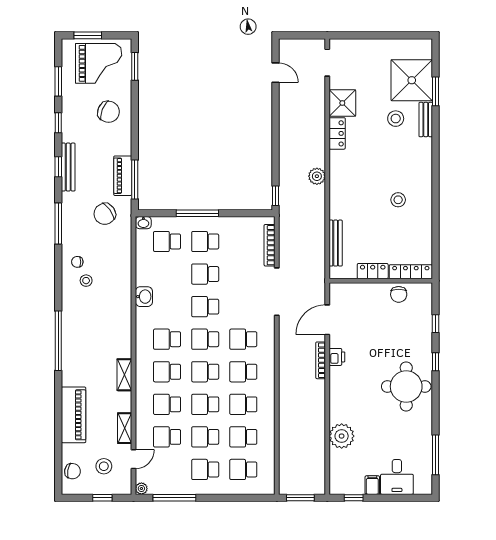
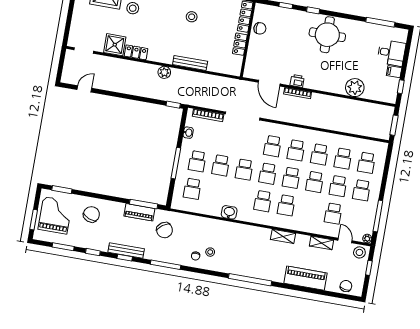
washbasin: (143, 223) -> (188, 133), moved
bench: (336, 243) -> (190, 63), moved
school desk: (167, 404) -> (310, 209), removed
stool: (104, 466) -> (359, 252), moved

